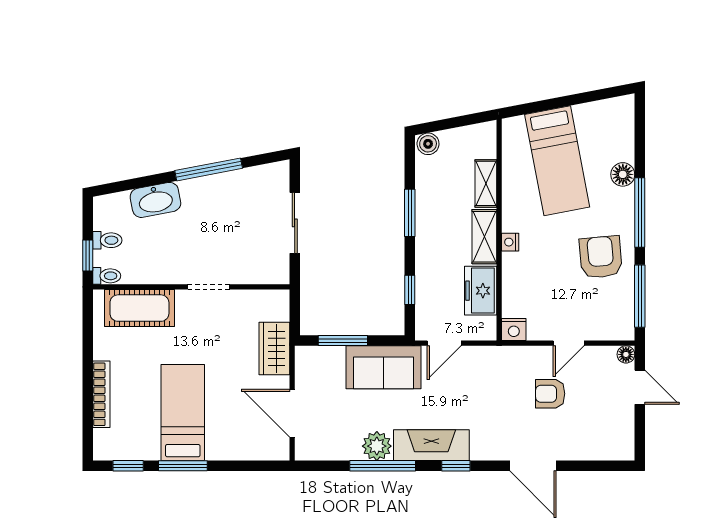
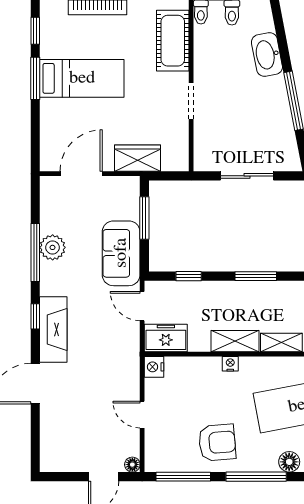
freezer: (481, 291) -> (166, 338), moved
armchair: (550, 394) -> (98, 399), removed
fireplace: (431, 445) -> (53, 329), moved

